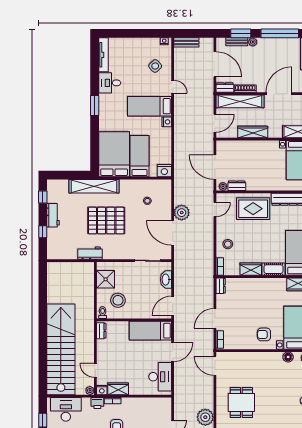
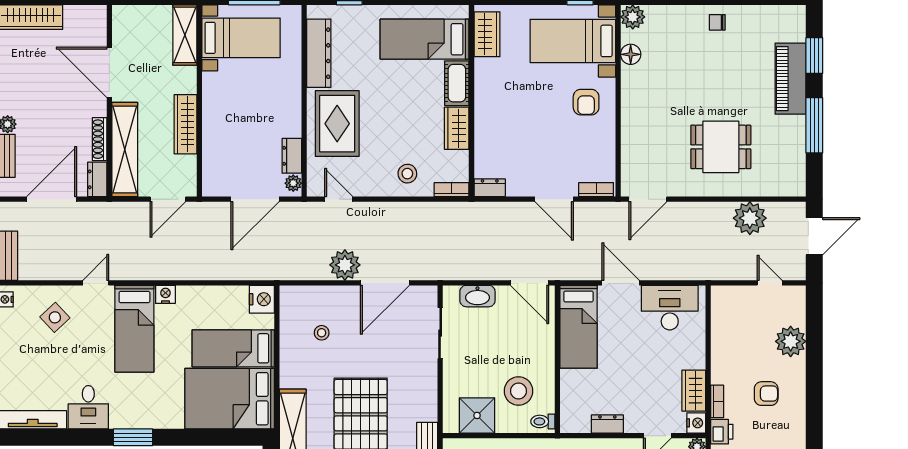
door: (215, 123) -> (168, 199), swing flipped
dresser: (101, 331) -> (607, 424), moved

